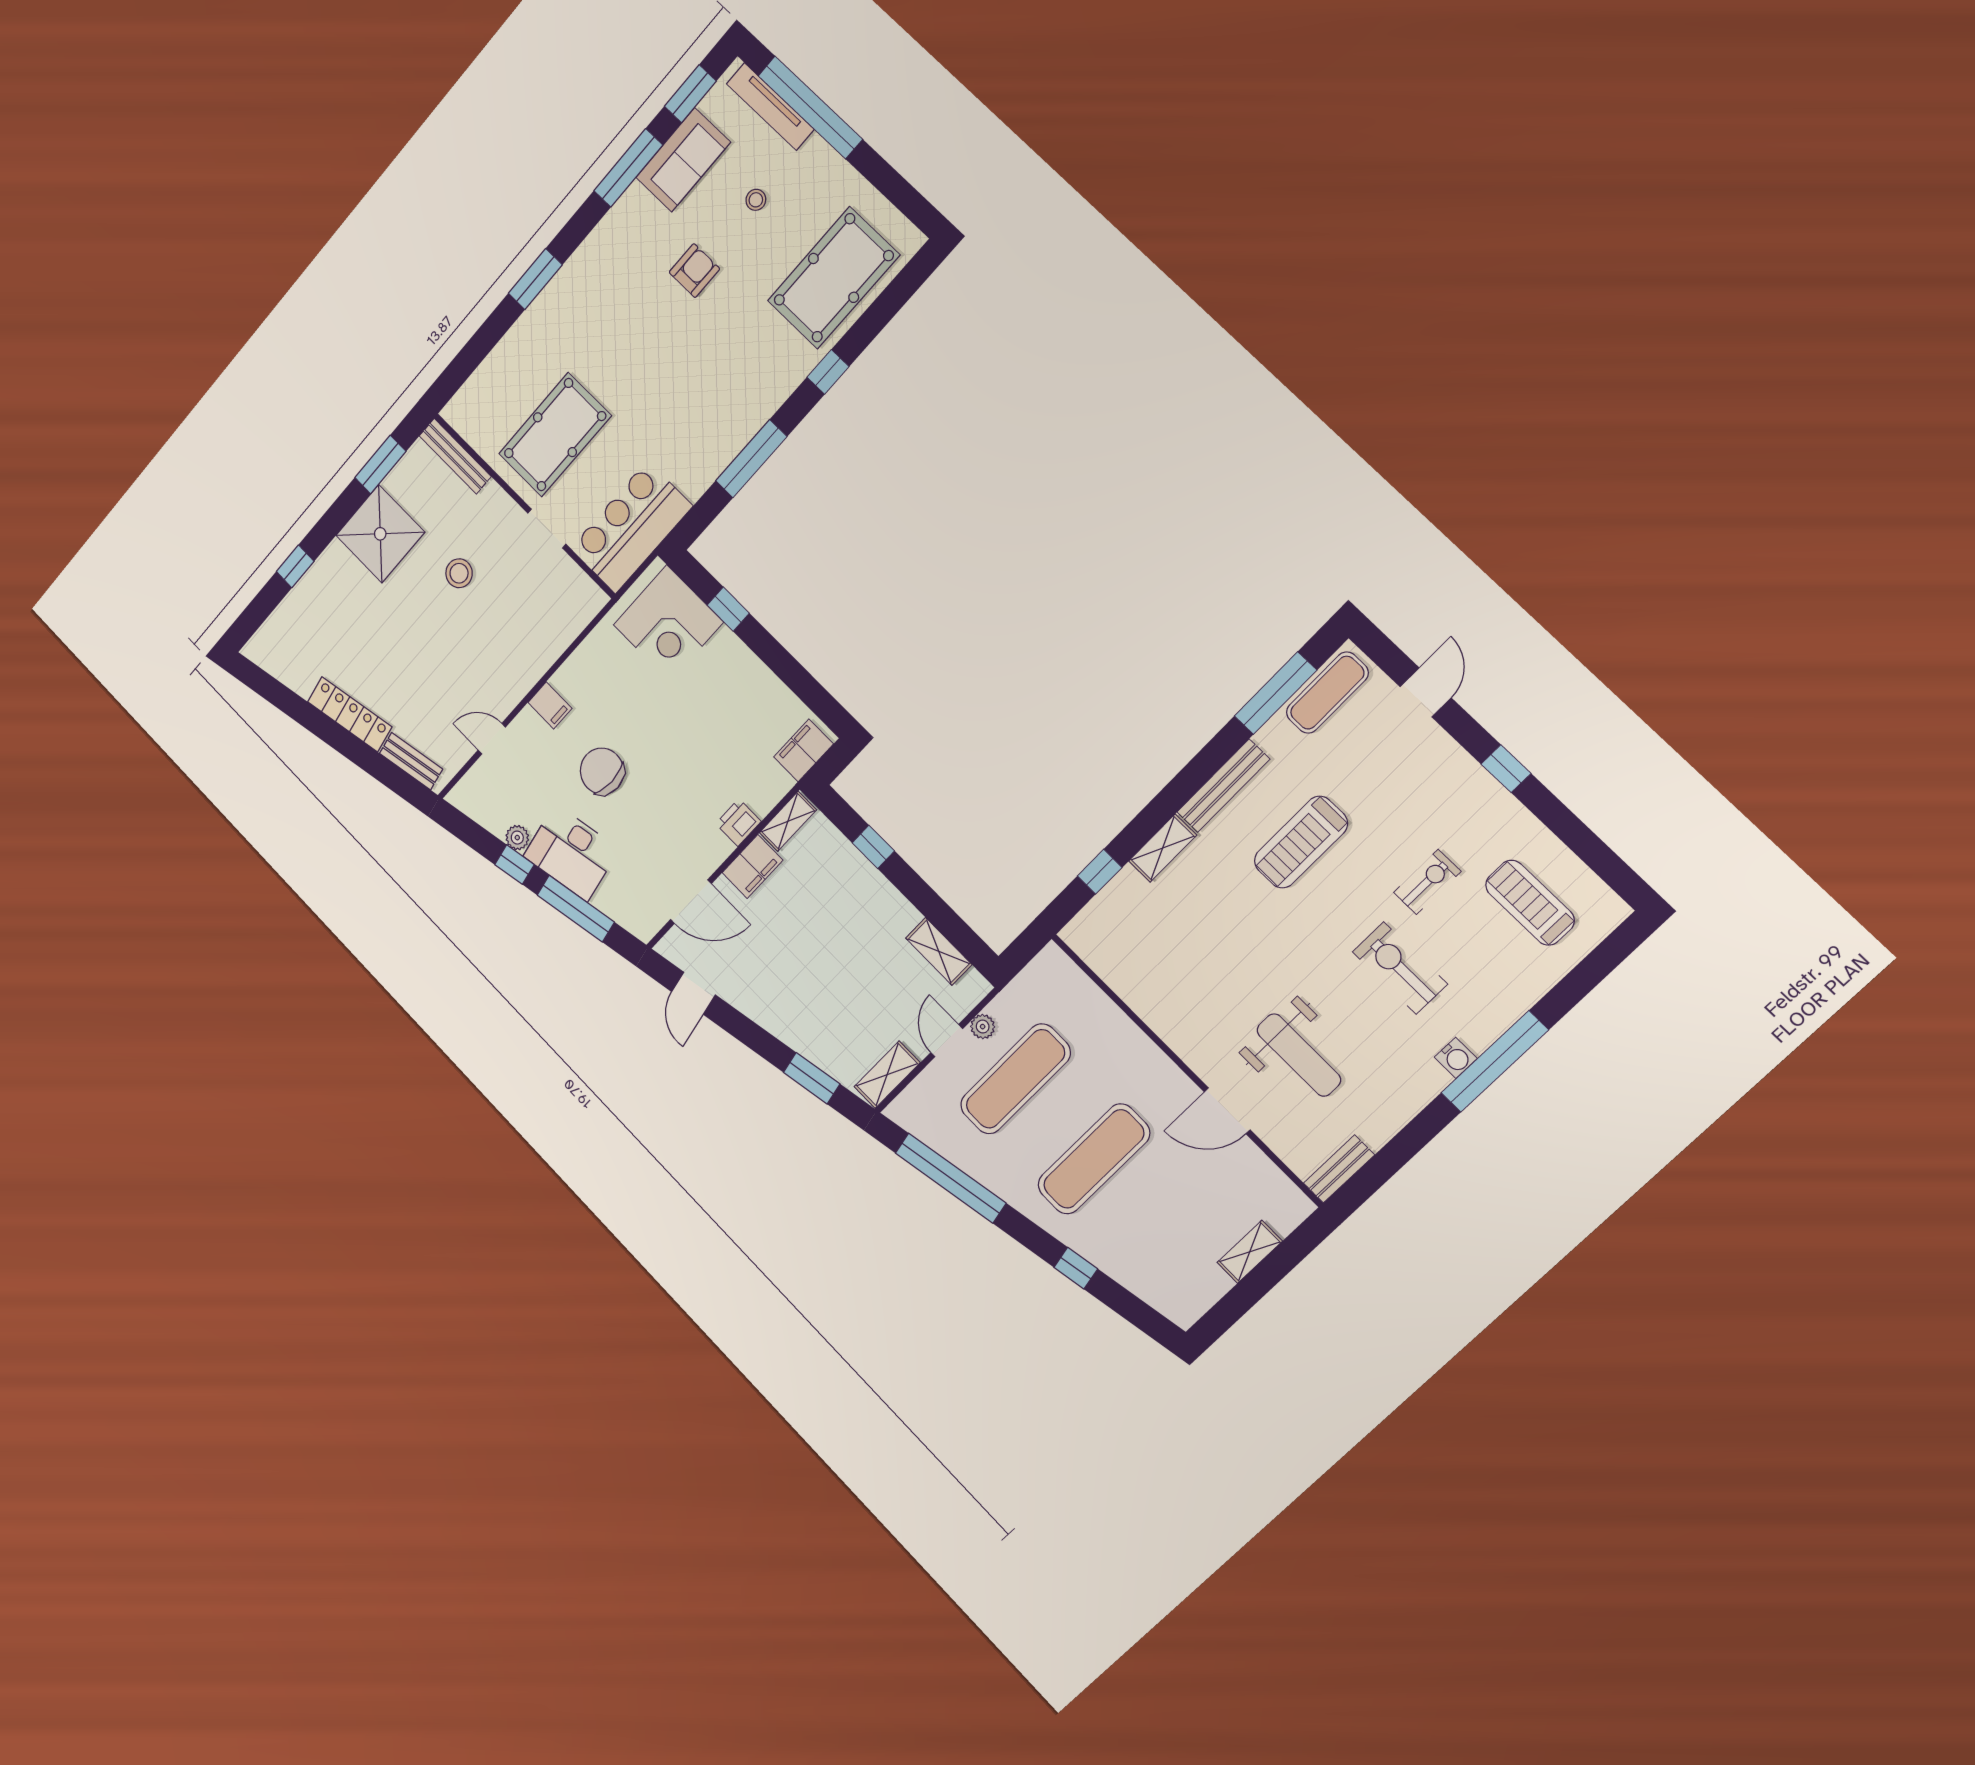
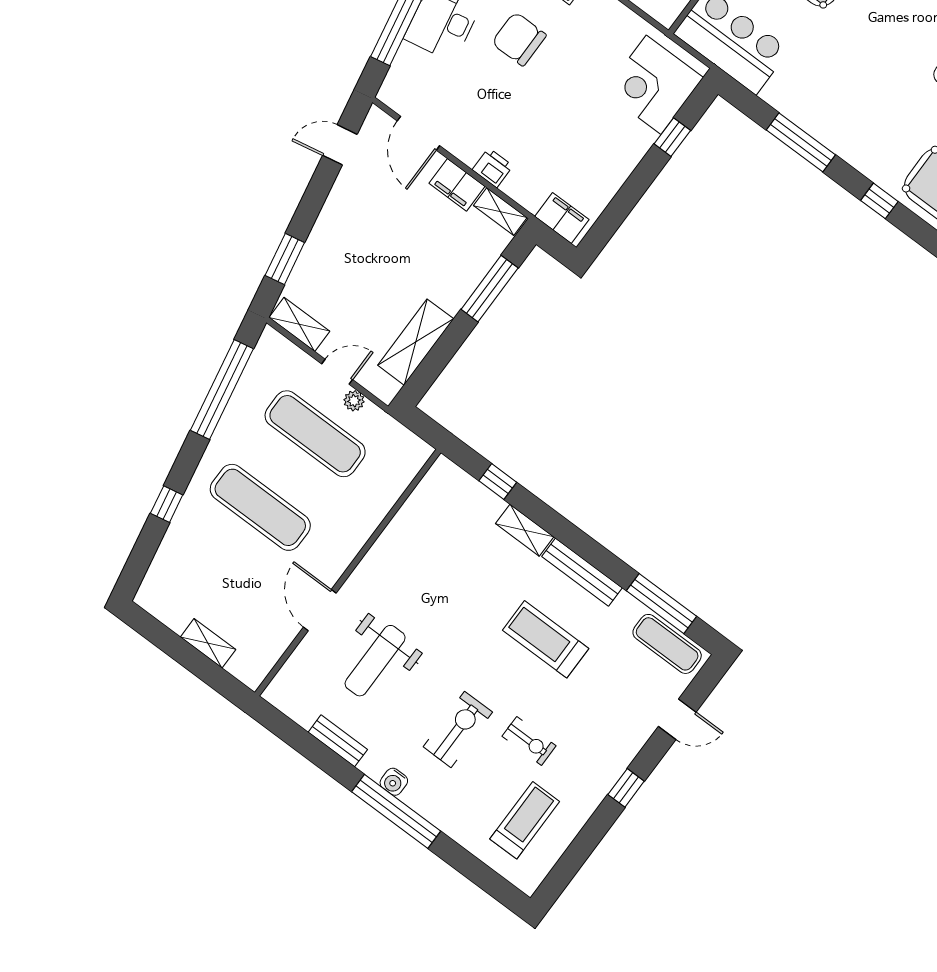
chair: (602, 771) -> (519, 39), turned -90
window: (873, 847) -> (490, 289), width x2.17
shelving: (939, 951) -> (416, 342), width x1.50, depth x1.33
bench: (1339, 1169) -> (338, 741), moved

